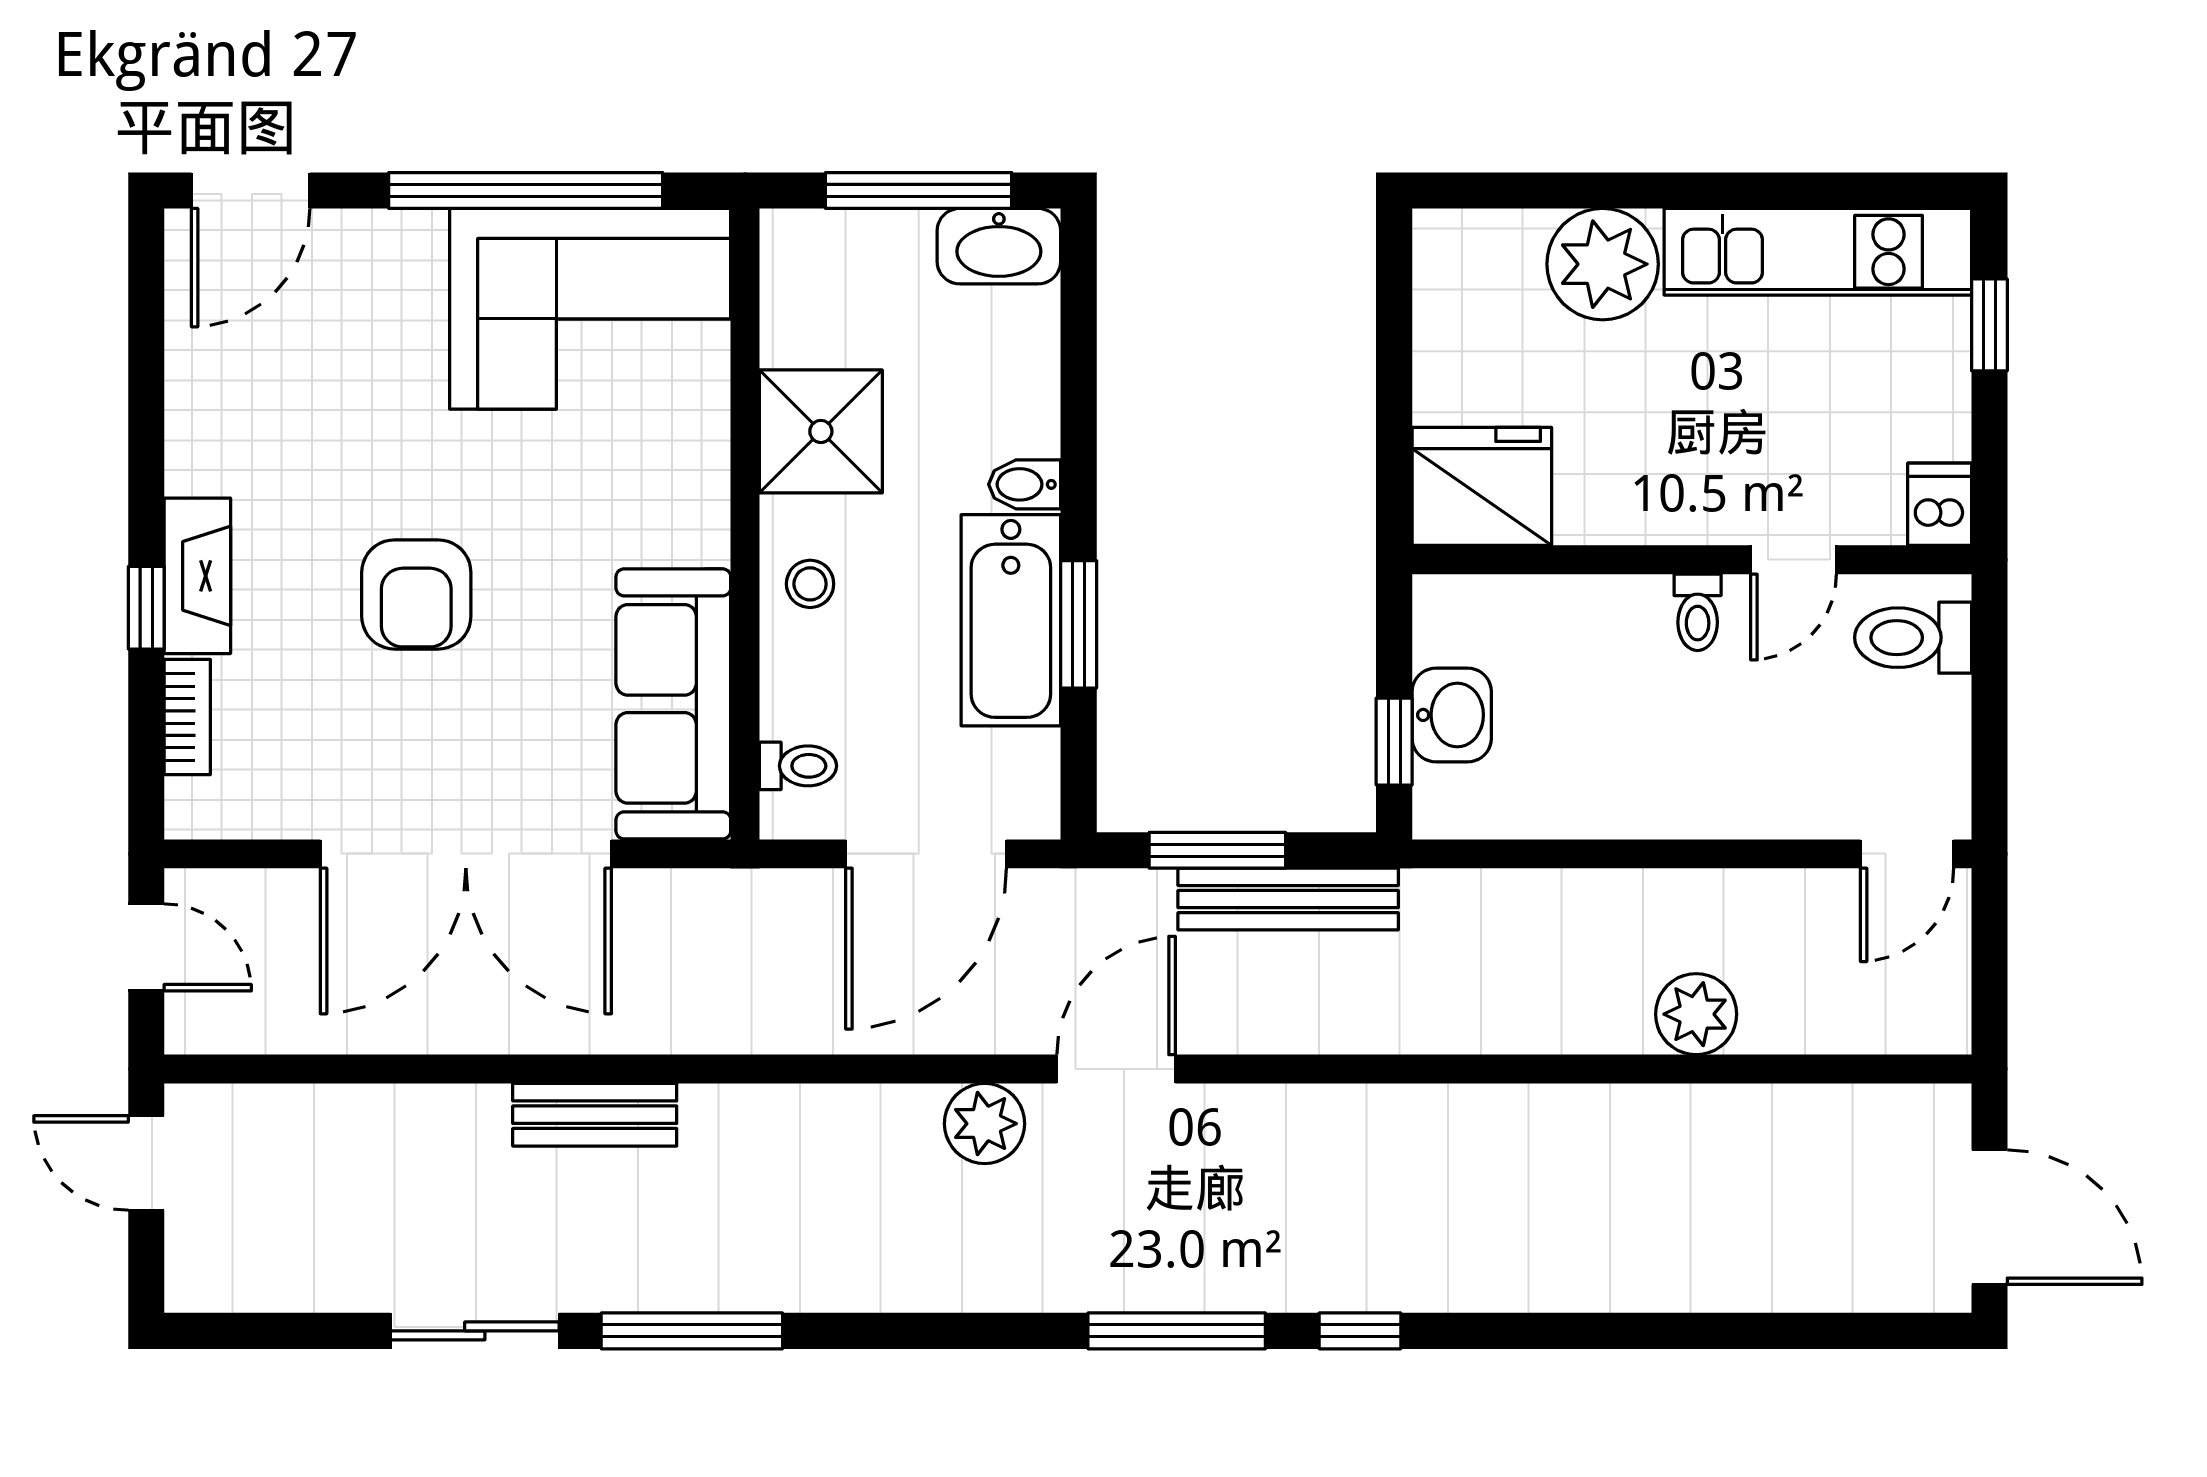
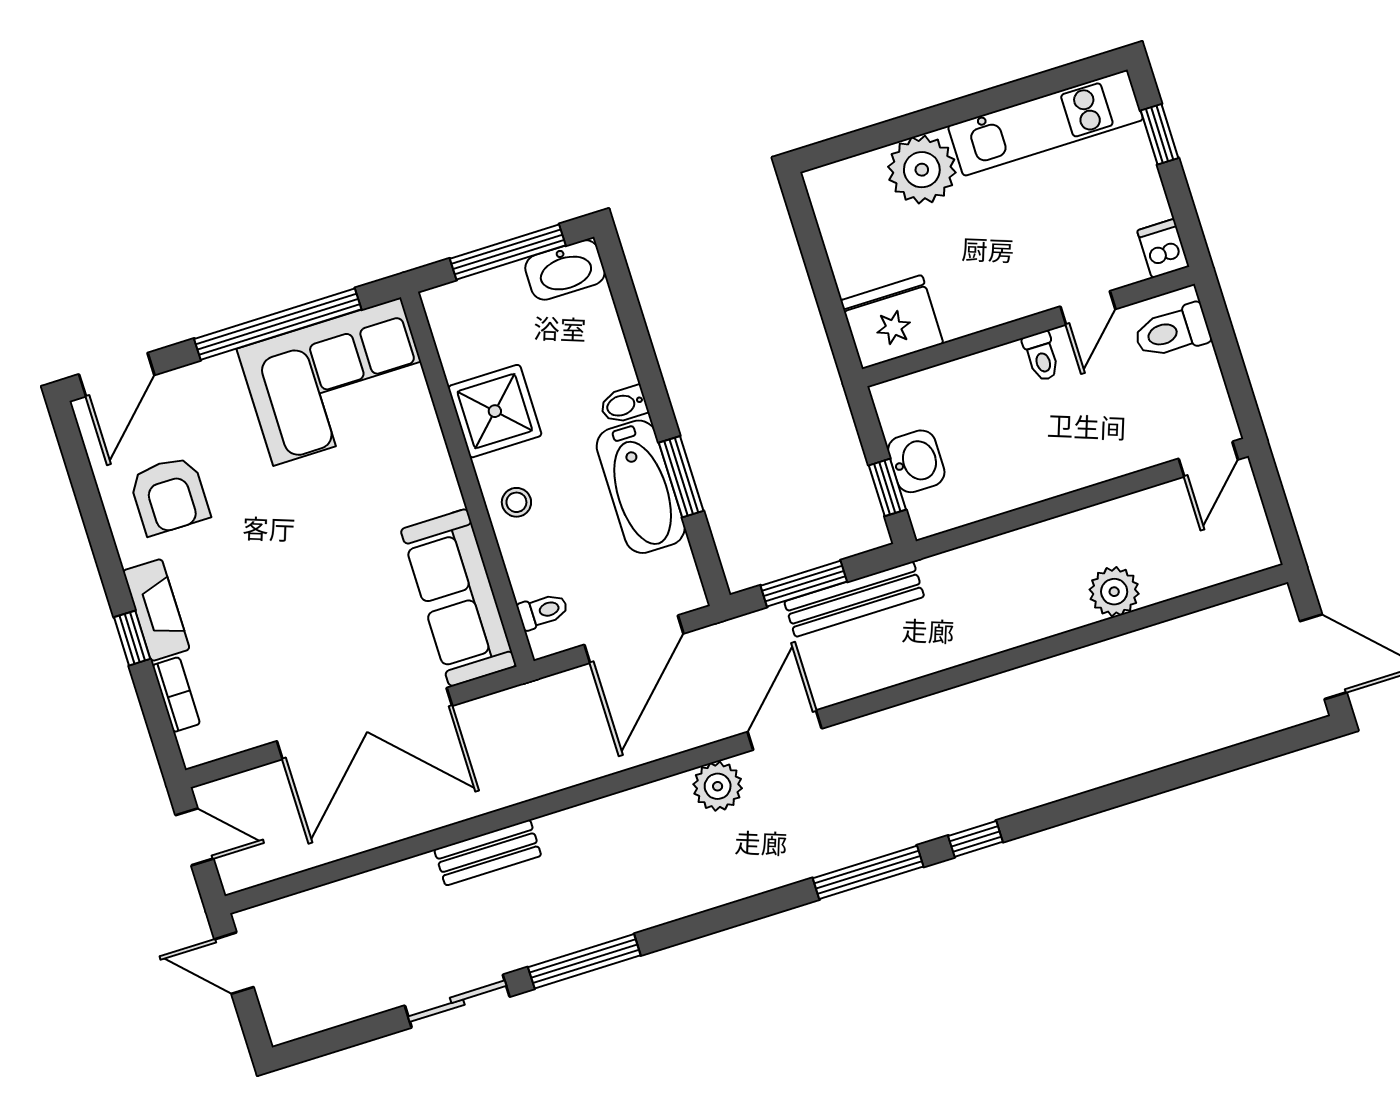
armchair: (416, 594) -> (169, 495), moved

